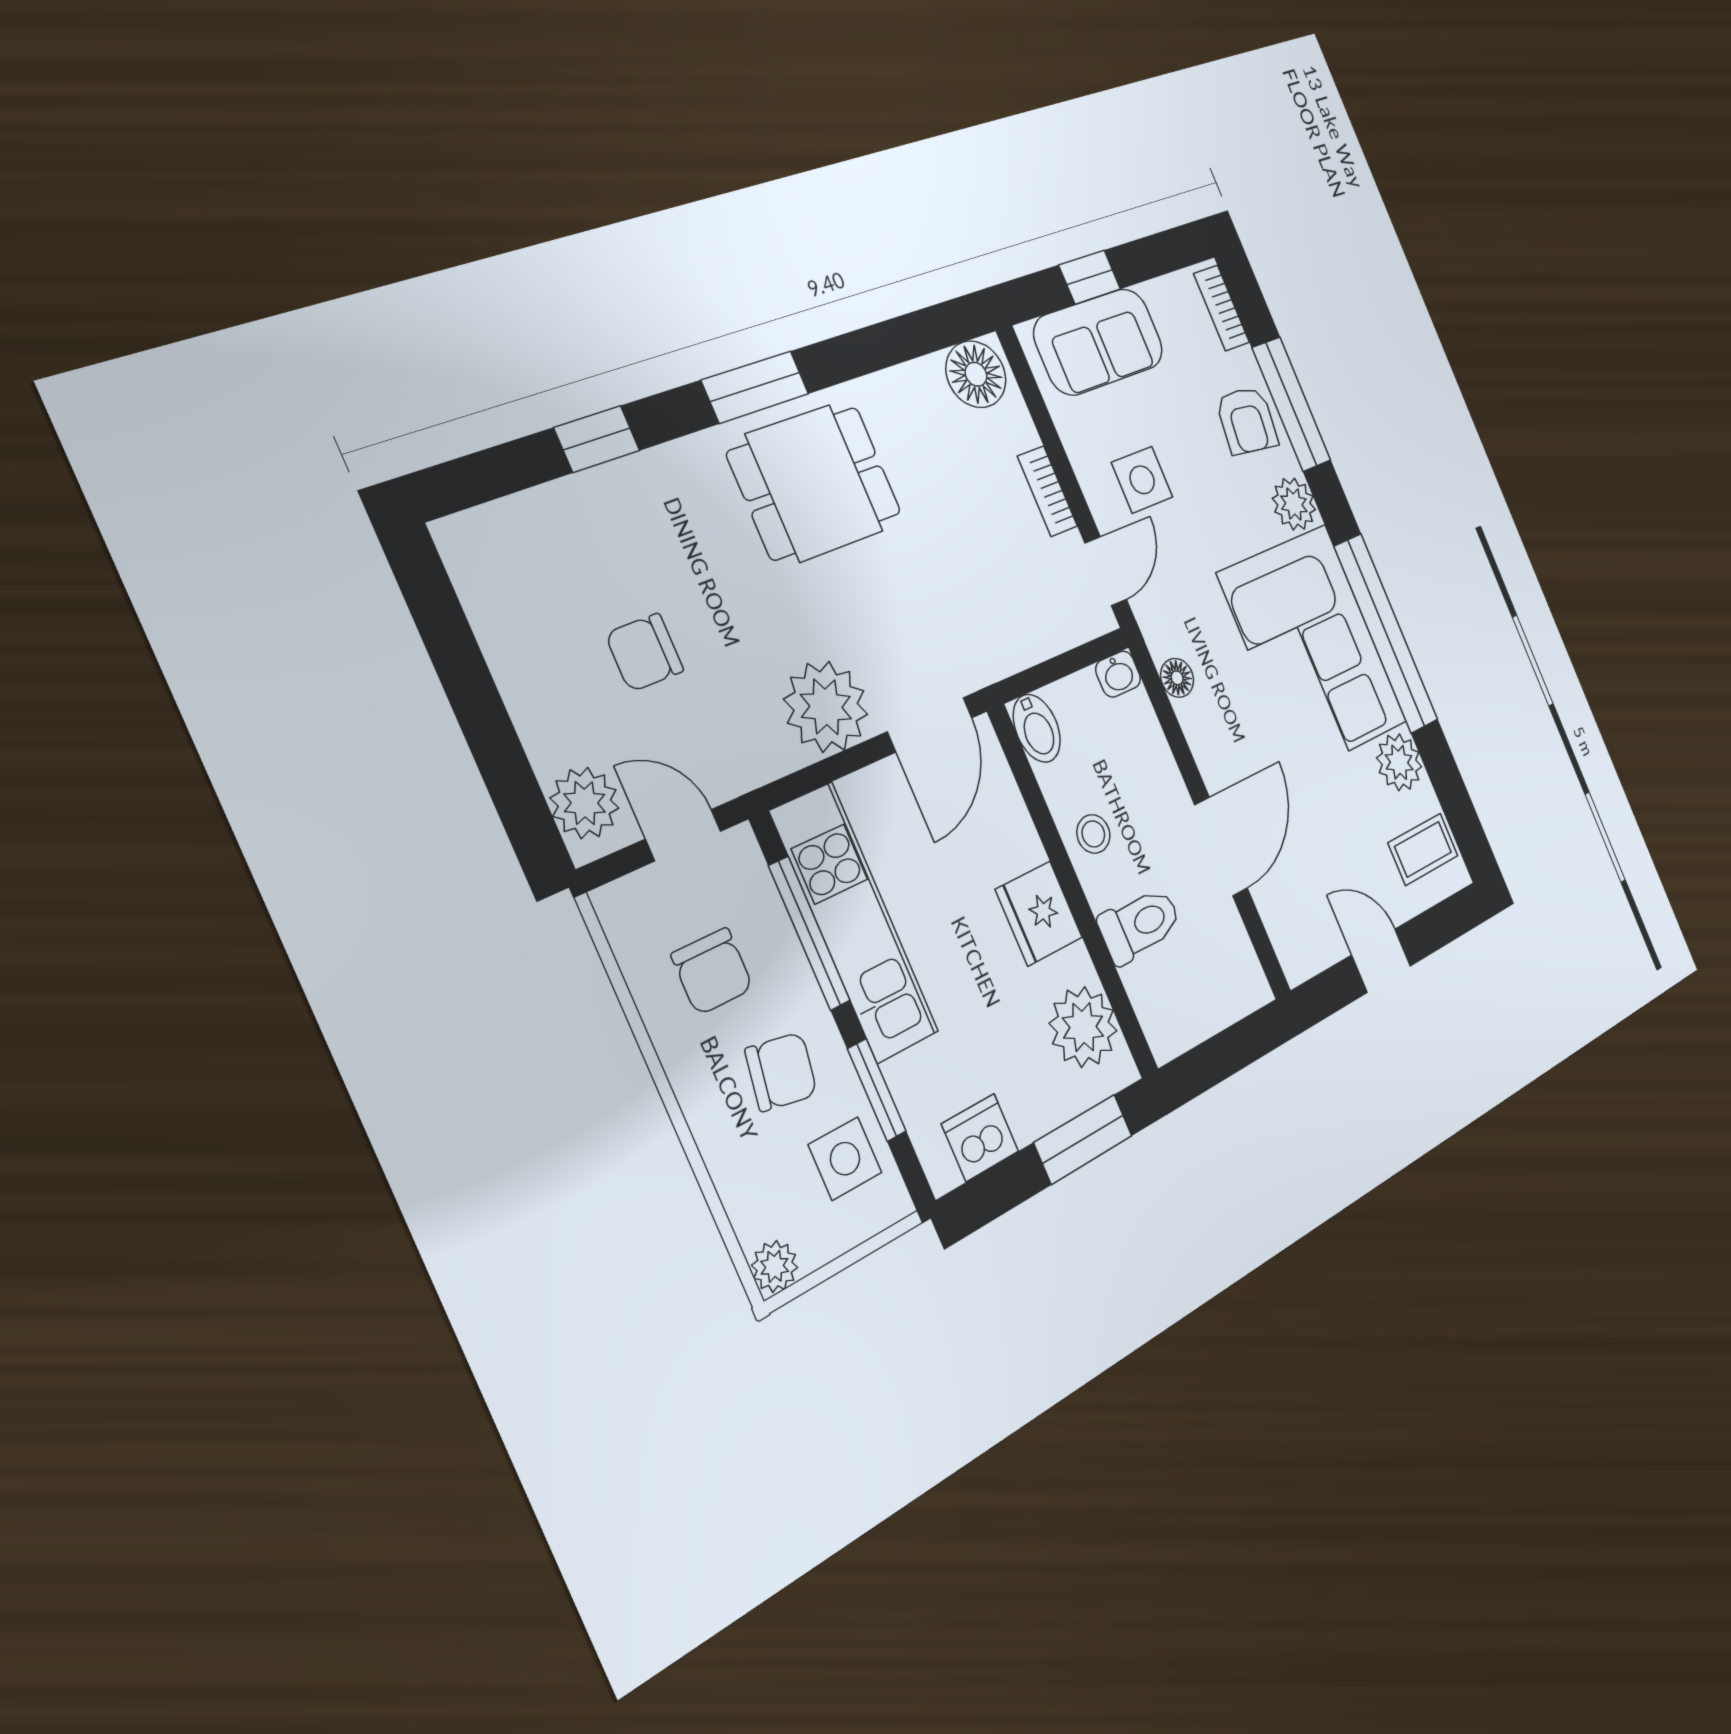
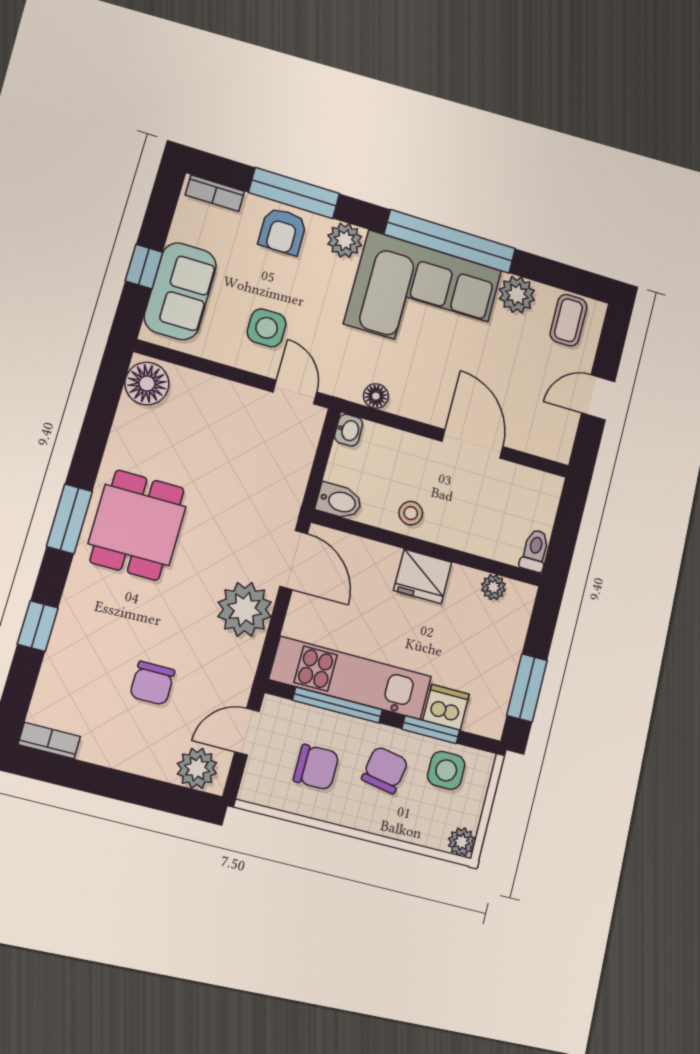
armchair: (1247, 420) -> (283, 231), turned 83
bookcase: (1047, 491) -> (49, 741), moved, turned 180
toilet: (1140, 925) -> (535, 551), moved, width x0.73, depth x0.72
plant: (1083, 1027) -> (493, 587), width x0.53, depth x0.53
dishwasher: (980, 1138) -> (446, 707), moved, turned 90
window: (1083, 1139) -> (527, 688), moved

